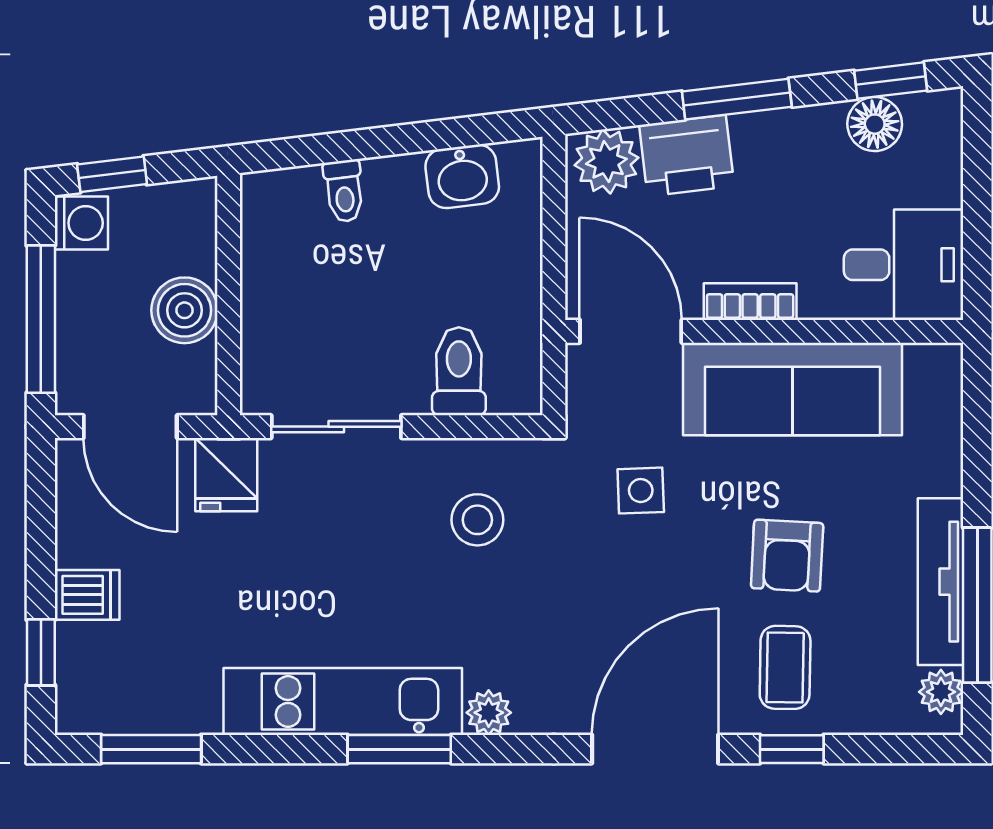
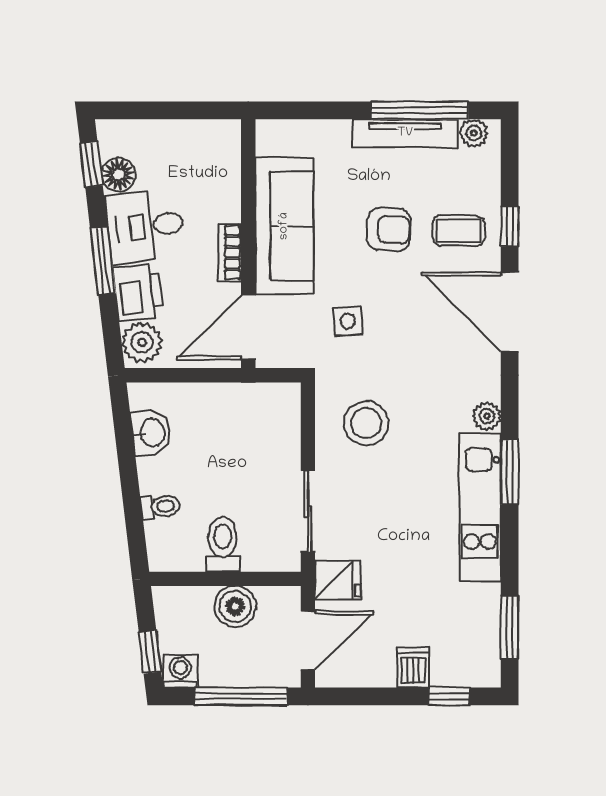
desk: (904, 265) -> (145, 226), moved, turned -97
toilet: (459, 371) -> (223, 544), moved, turned 90
stool: (477, 520) -> (366, 423), width x1.38, depth x1.38

